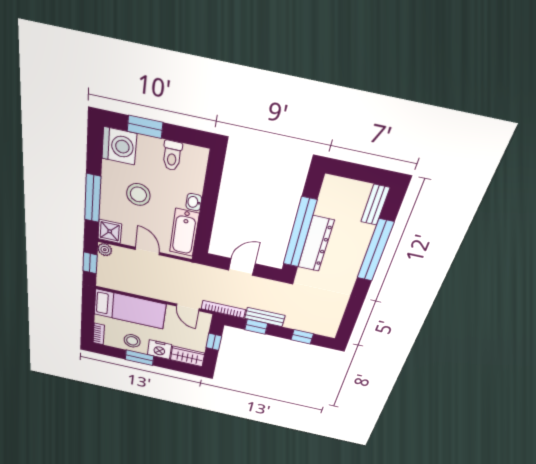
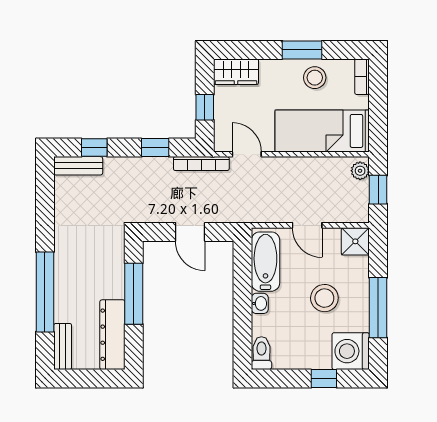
window: (145, 127) -> (324, 379), width x0.67
toilet: (172, 156) -> (261, 353), moved
window: (93, 198) -> (378, 308), moved
window: (300, 233) -> (134, 294), width x0.68
dresser: (316, 244) -> (112, 335), moved
plant: (105, 250) -> (360, 171), moved
door: (242, 267) -> (190, 232), hinge flipped
bench: (265, 317) -> (78, 166), moved
nightstand: (159, 350) -> (276, 73), removed

